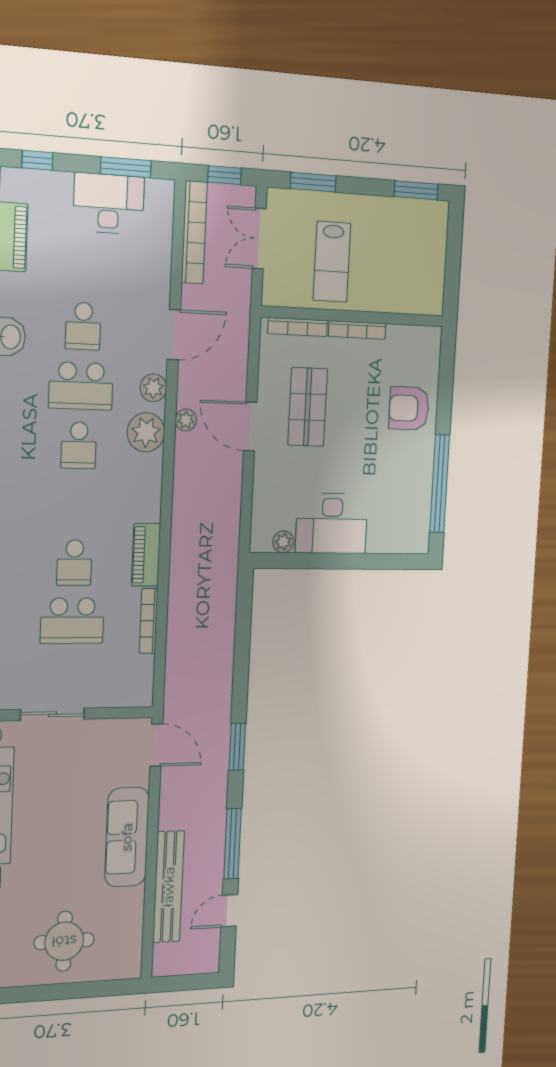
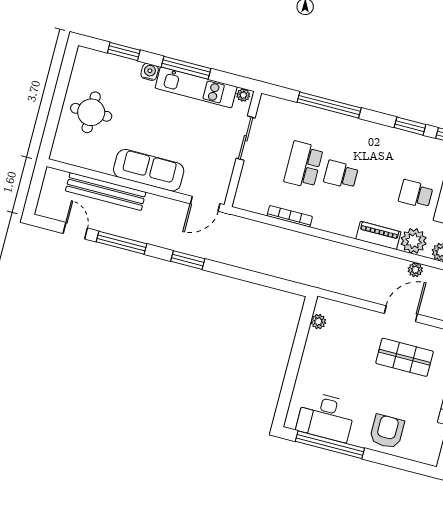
desk: (332, 524) -> (326, 417), moved, turned -90
piano: (146, 555) -> (378, 235), moved

